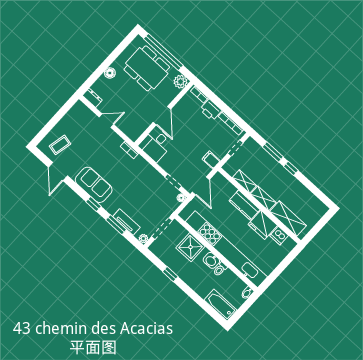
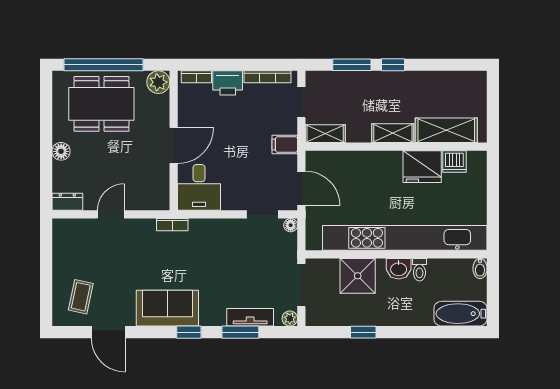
door: (162, 116) -> (174, 145), hinge flipped
shelving: (244, 182) -> (325, 134), moved
kitchen counter: (245, 205) -> (377, 163), removed

